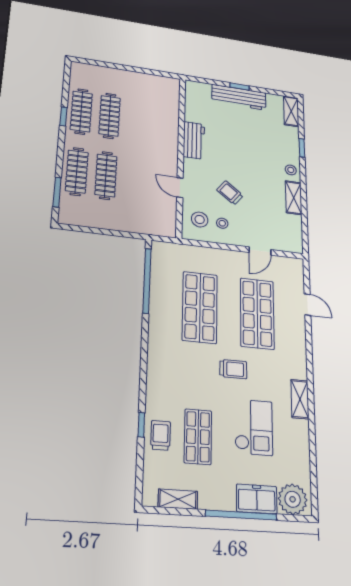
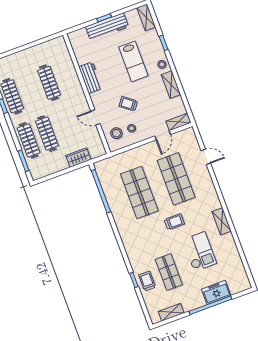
clothes rail: (110, 116) -> (49, 83), moved
lab bench: (256, 149) -> (133, 61), added
wardrobe: (135, 224) -> (78, 158), added
shelving: (287, 245) -> (179, 122), added
plant: (293, 499) -> (237, 283), removed

